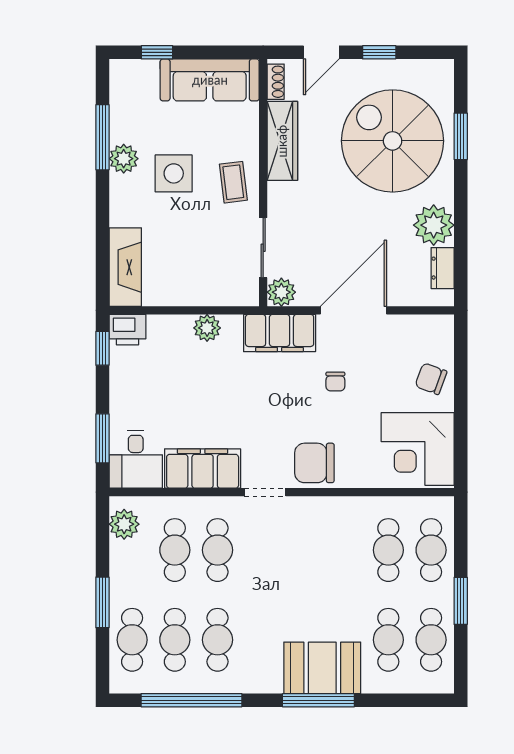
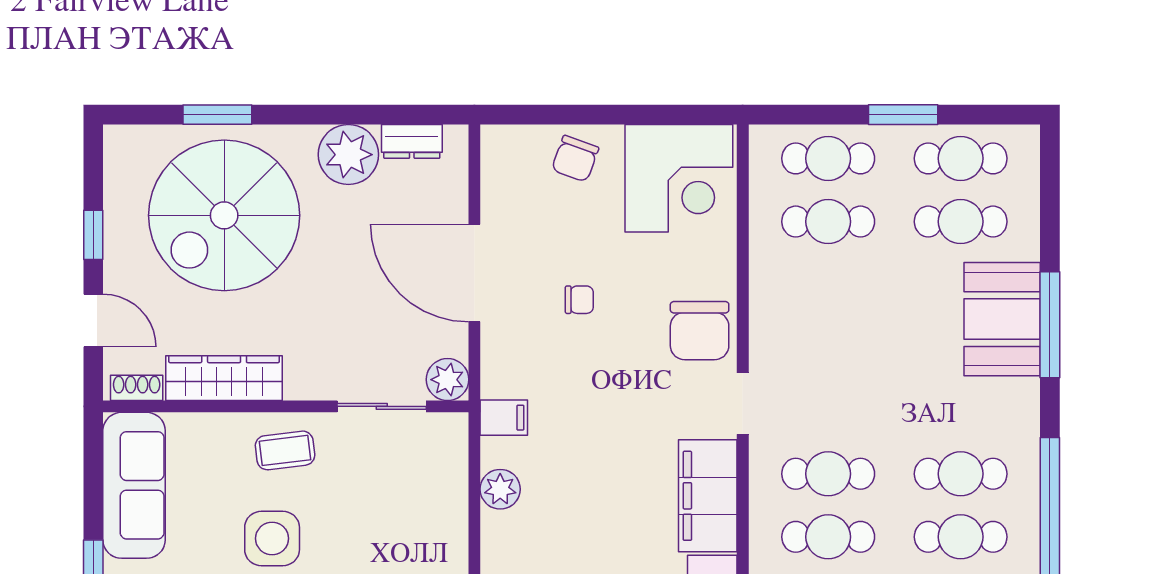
filing cabinet: (280, 333) -> (504, 418), width x0.33, depth x0.86

